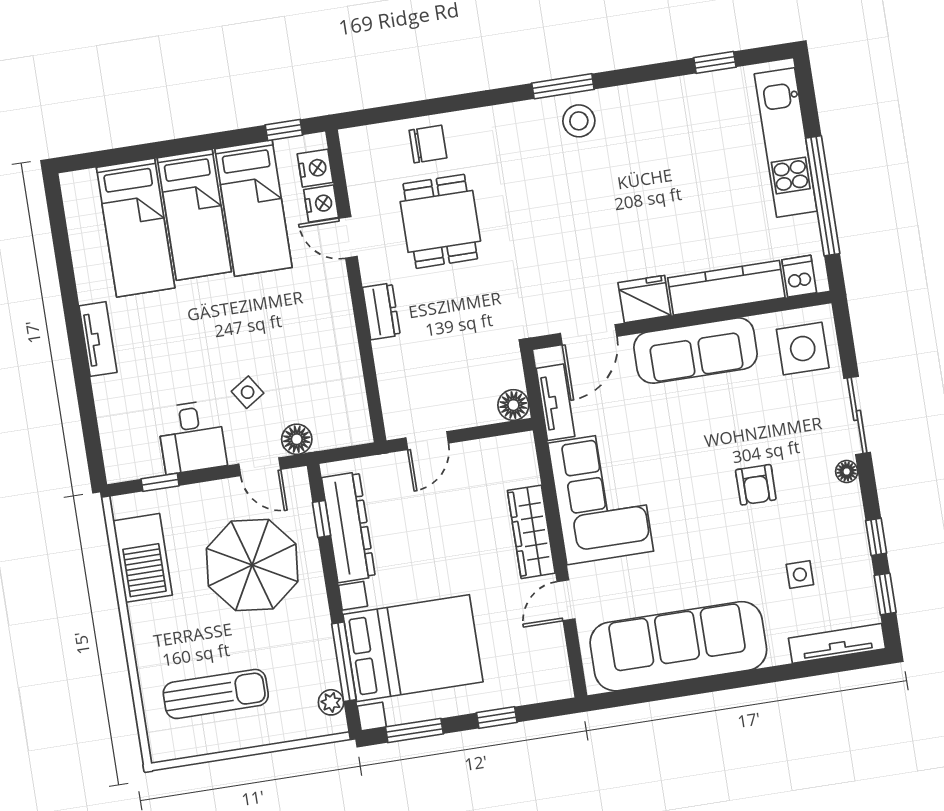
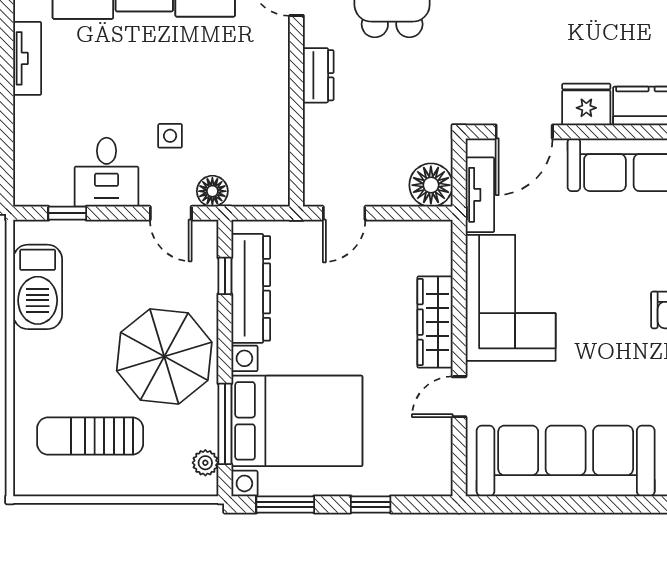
side table: (248, 392) -> (170, 136), turned 33
floor lamp: (513, 405) -> (431, 185), width x1.38, depth x1.38
parasol: (252, 565) -> (164, 356), moved
sun lounger: (216, 694) -> (90, 436), turned 180

